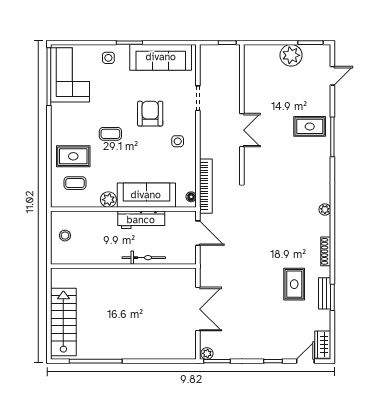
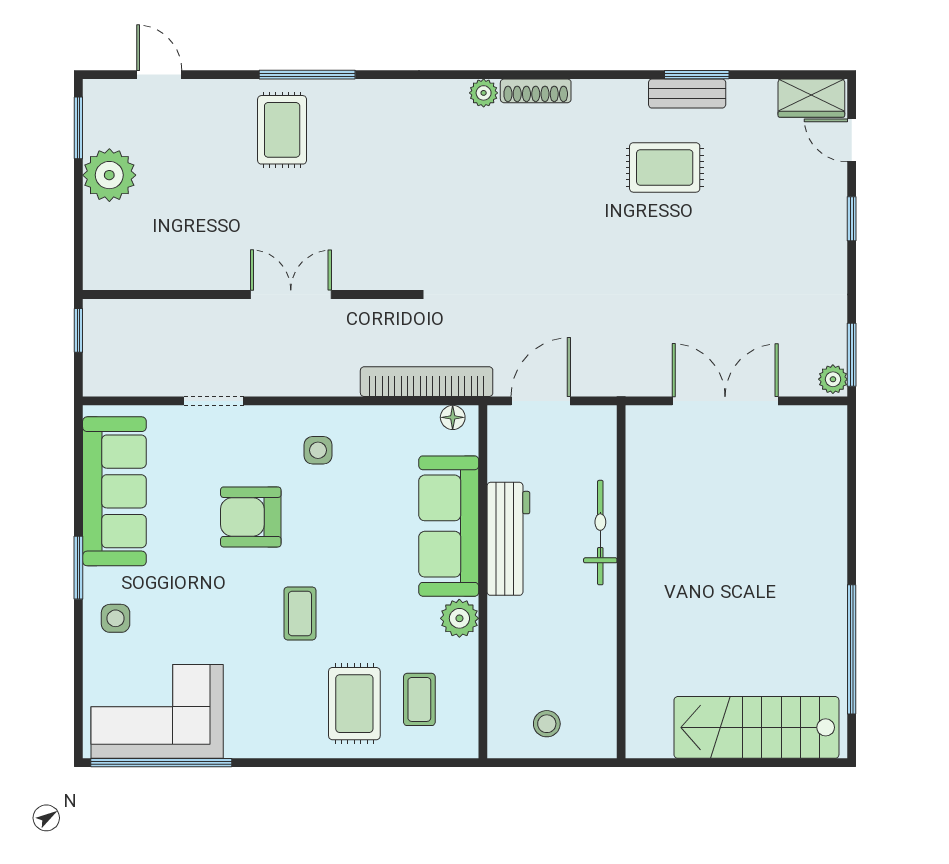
shoe rack: (326, 251) -> (536, 91), moved

